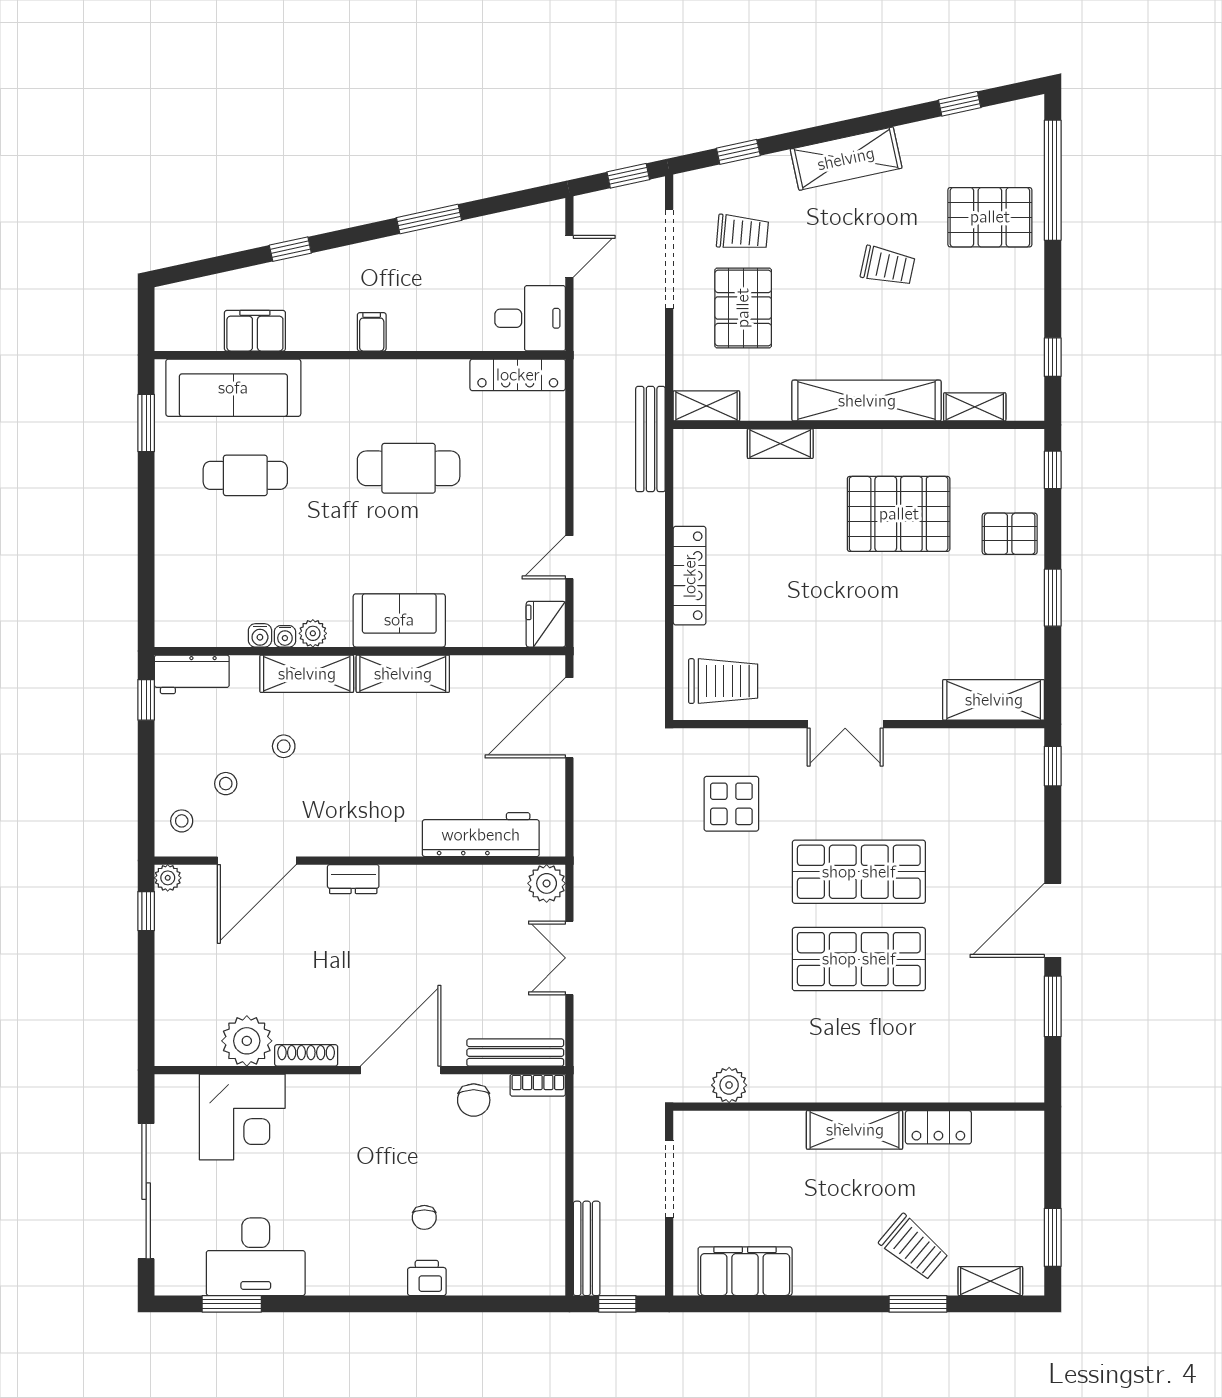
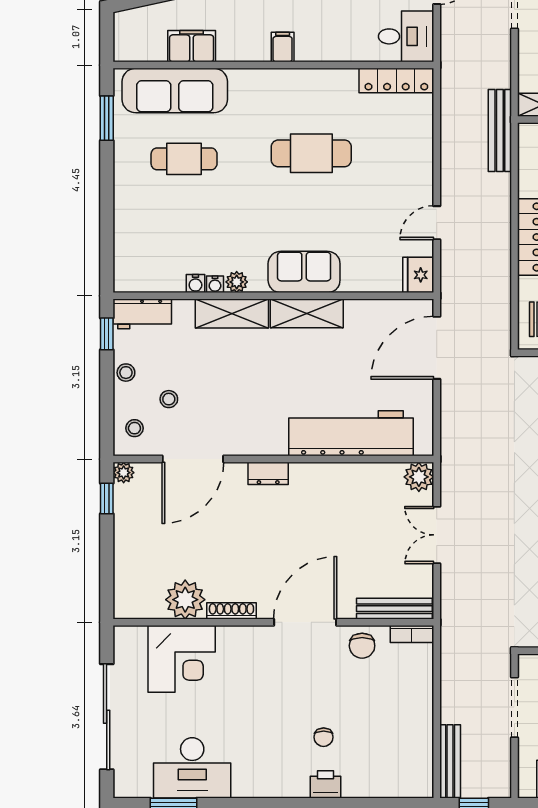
stool: (284, 746) -> (126, 373), moved
workbench: (481, 835) -> (351, 433), width x1.36, depth x1.32

